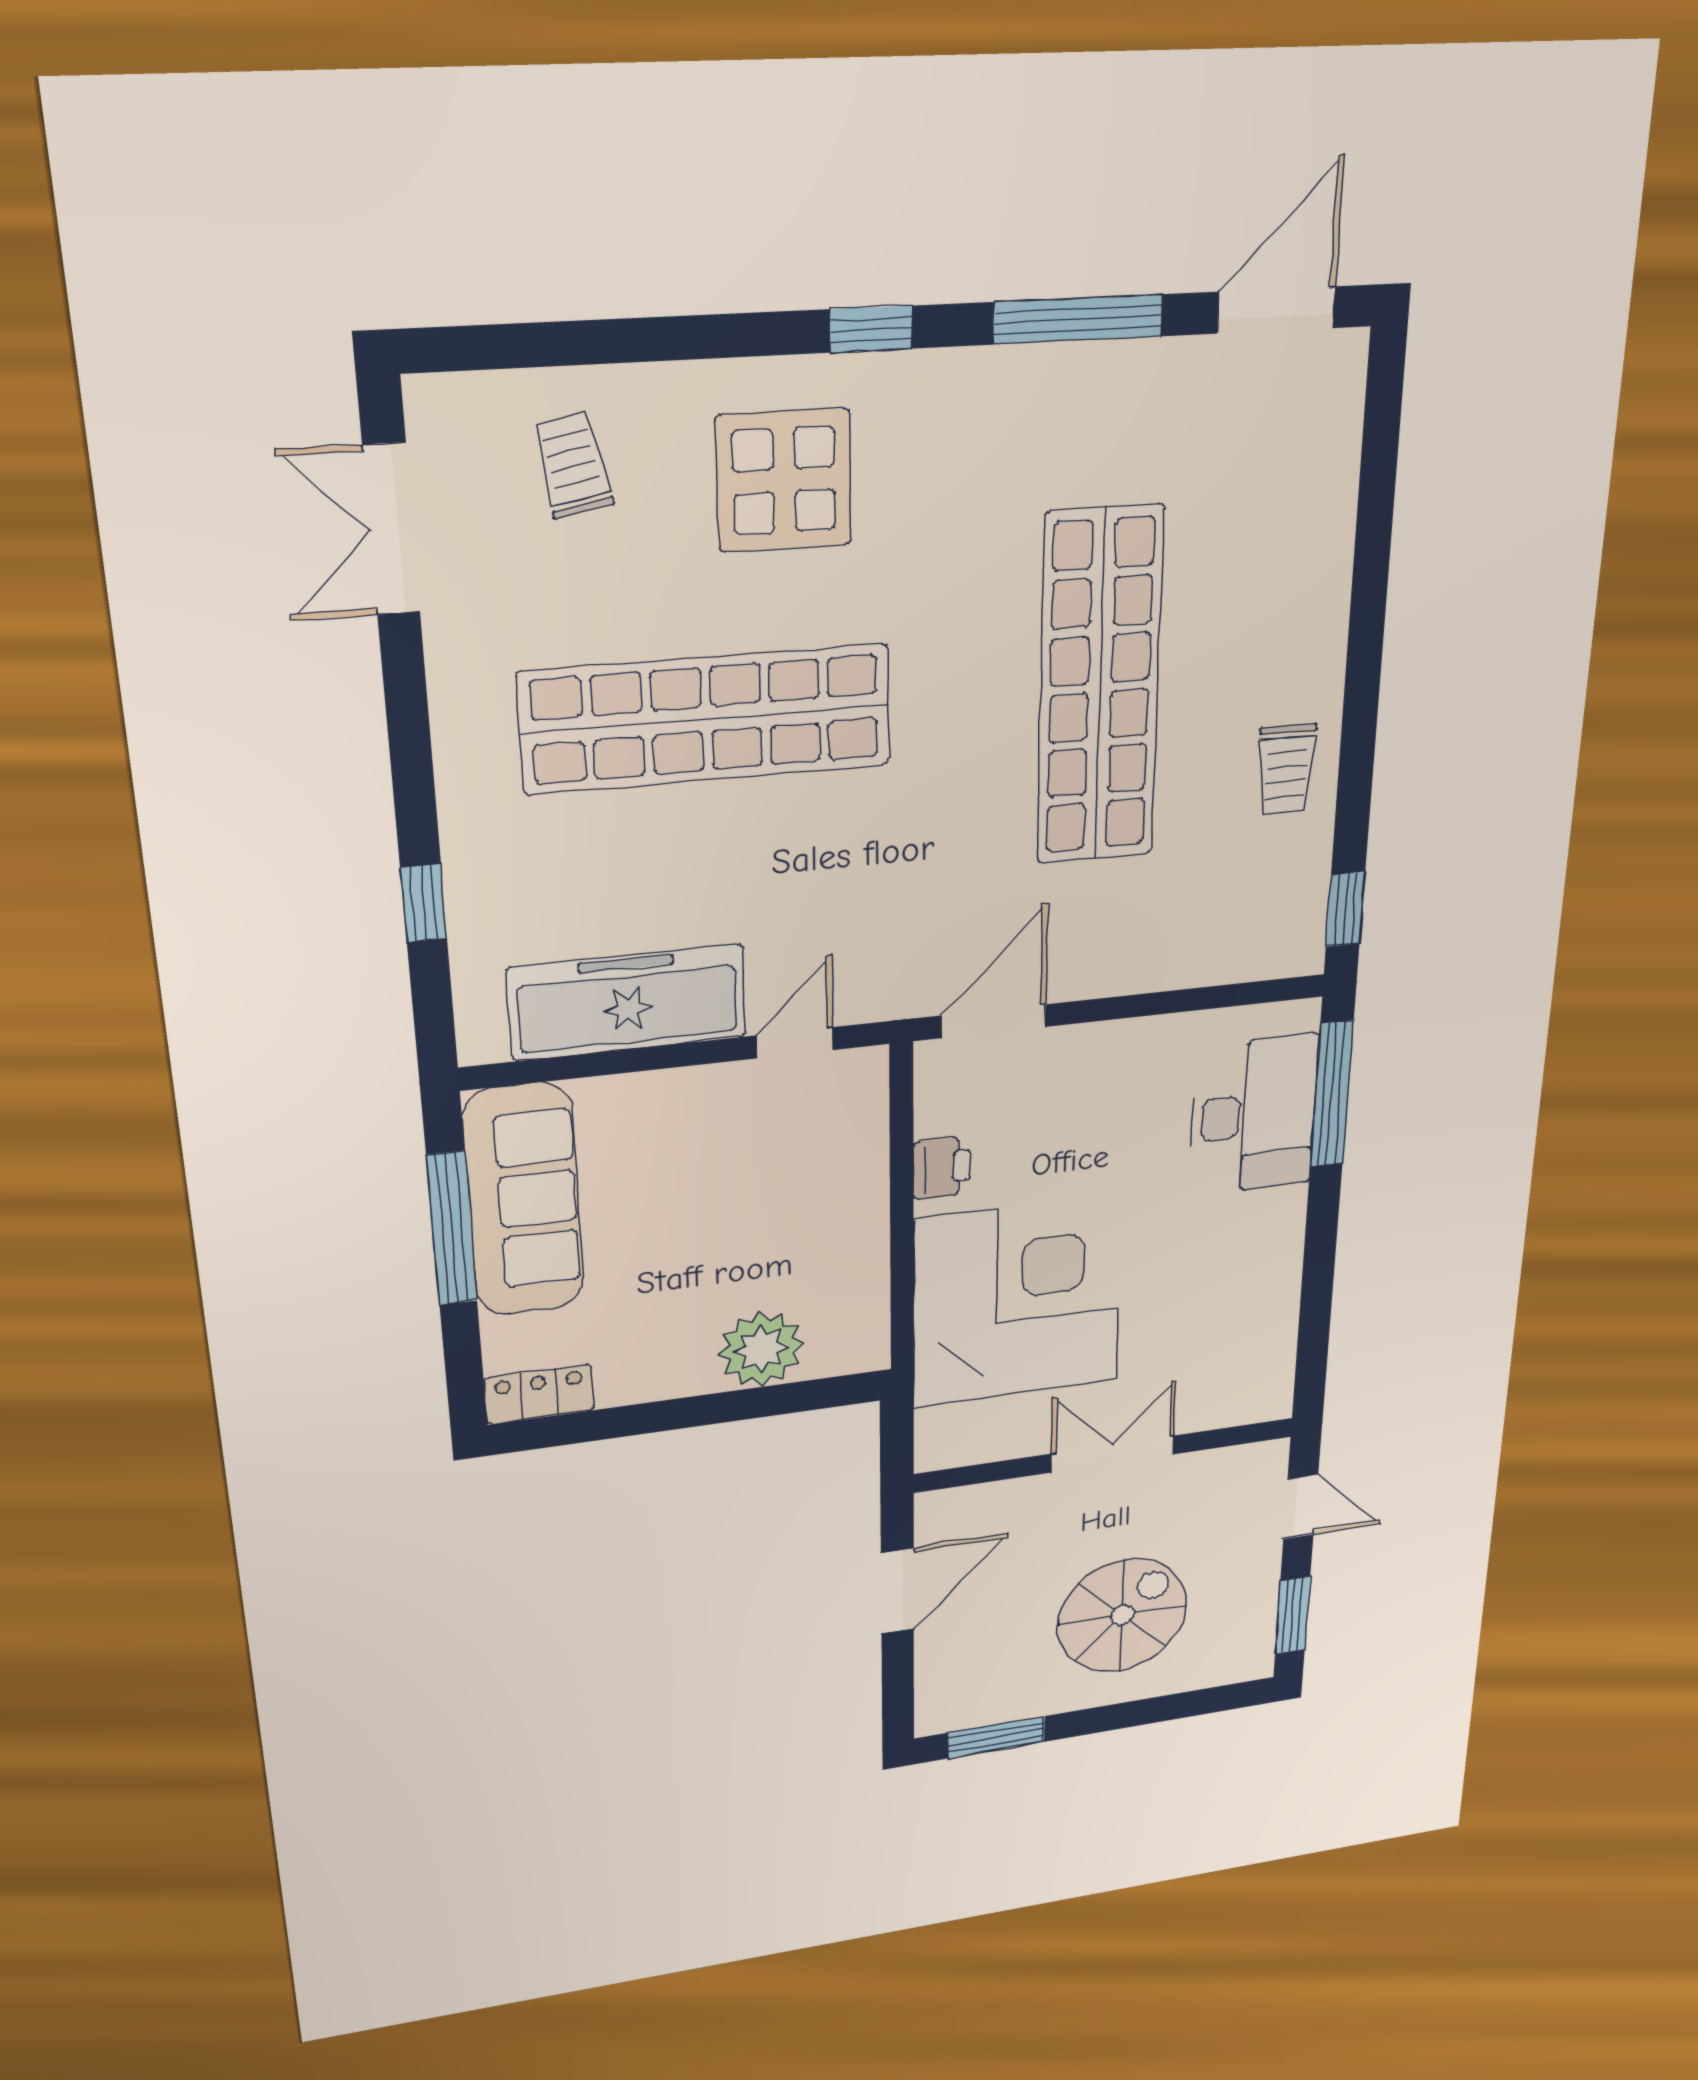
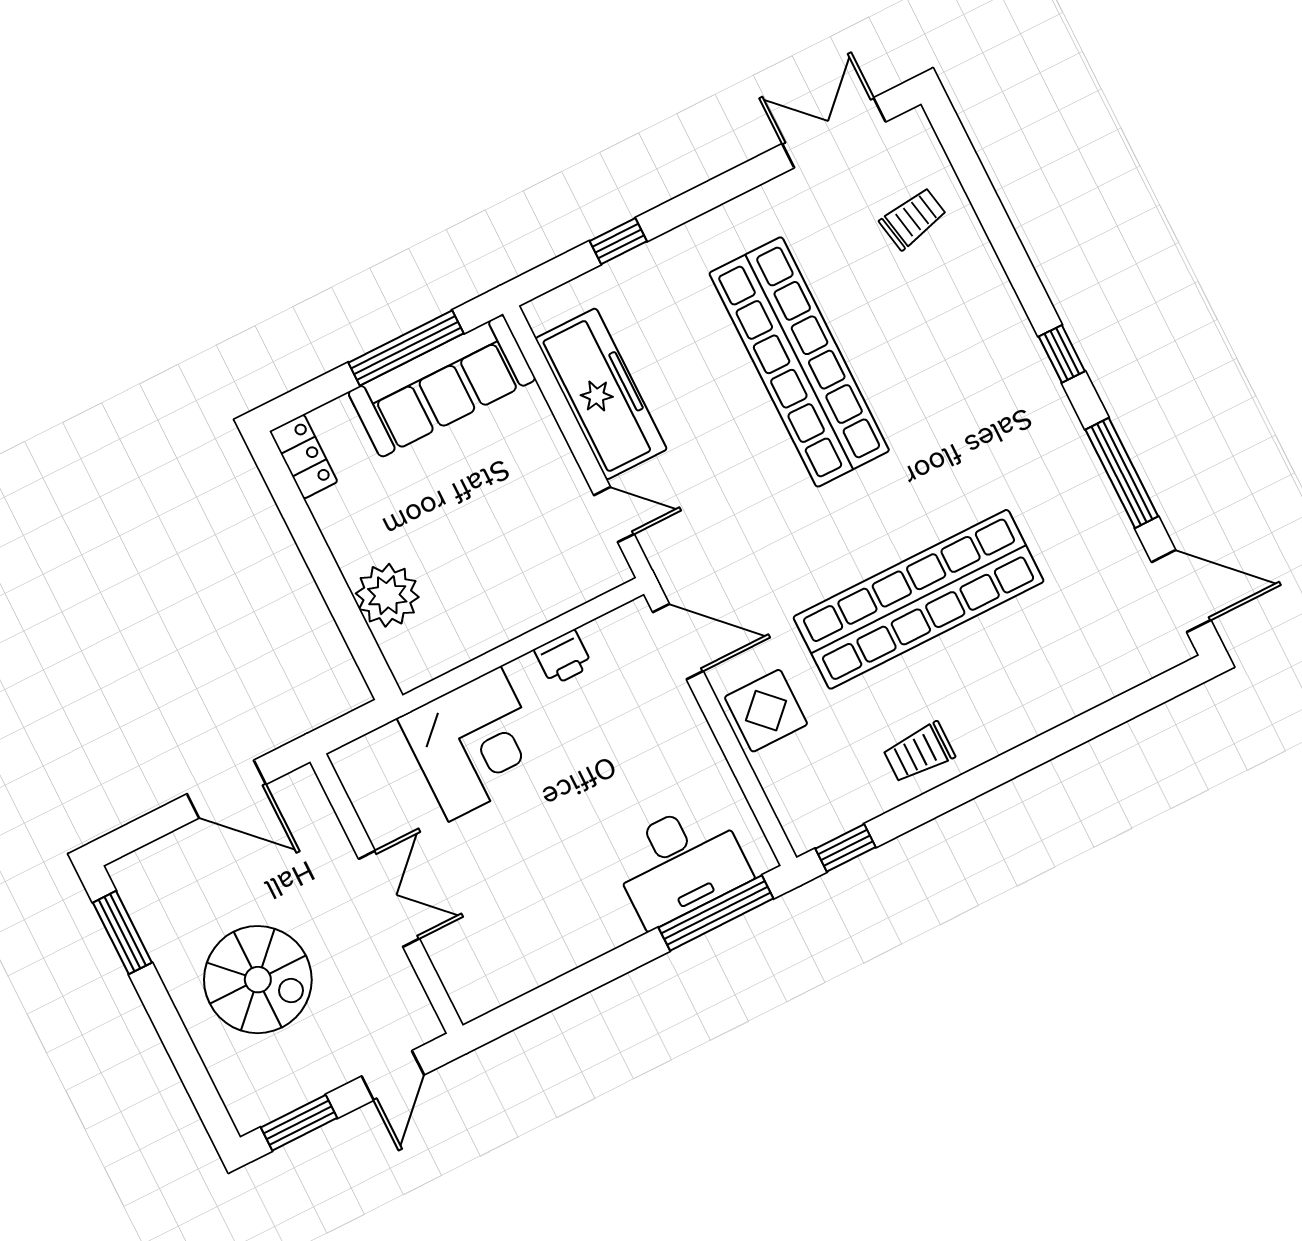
display table: (784, 480) -> (766, 711), moved, width x0.73, depth x0.73
corner desk: (1017, 1301) -> (475, 744), width x0.74, depth x0.74

